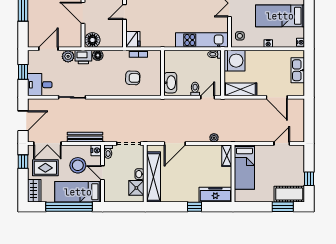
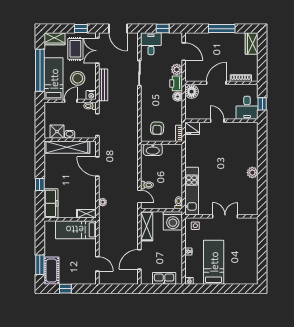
wall: (163, 73) -> (161, 143), moved
washbasin: (170, 83) -> (153, 150), moved

